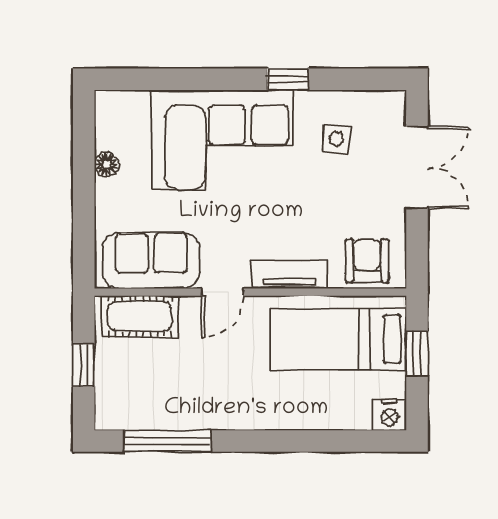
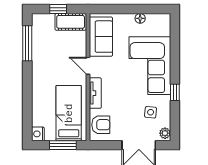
plant: (388, 104) -> (165, 133), added
cot: (140, 316) -> (71, 22), moved, turned 90
window: (417, 354) -> (63, 145), width x1.50

